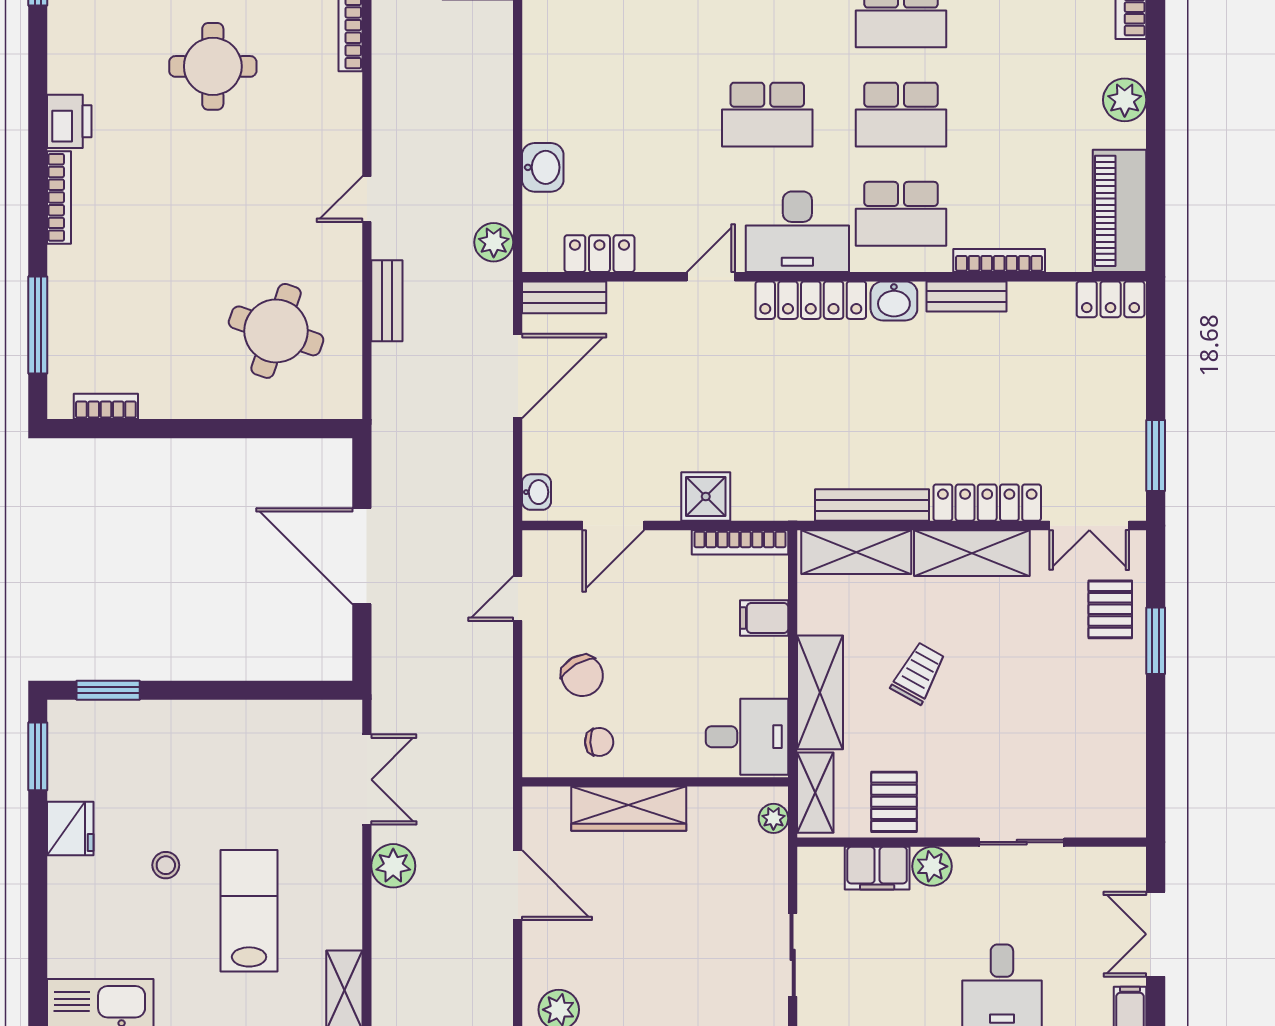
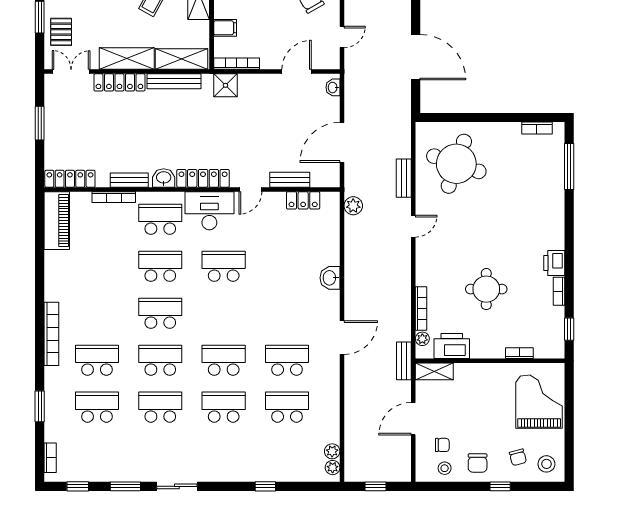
plant: (1125, 100) -> (54, 273), removed
washbasin: (543, 167) -> (330, 278), moved
bookcase: (59, 197) -> (559, 291), moved, width x0.64
bench: (564, 297) -> (290, 180), moved
locker: (1111, 299) -> (70, 179), width x1.53
round table: (276, 331) -> (456, 164), width x1.36, depth x1.36
window: (1156, 456) -> (40, 123), moved
shower: (706, 497) -> (225, 85), moved

